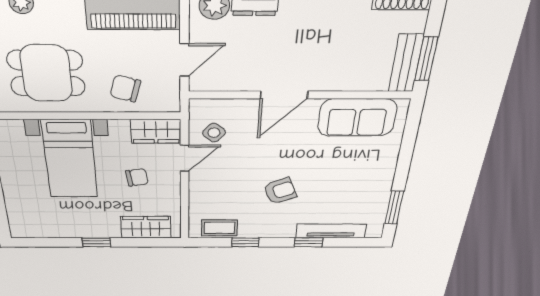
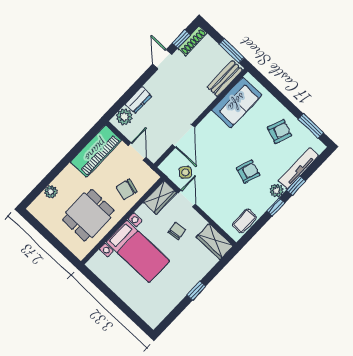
bench: (406, 63) -> (225, 79), moved, turned 90
door: (284, 95) -> (184, 136), moved
armchair: (359, 185) -> (280, 131), added
armchair: (280, 191) -> (248, 172), turned 40
wardrobe: (146, 227) -> (215, 242), moved, turned -90
plant: (285, 230) -> (276, 191), added
window: (245, 242) -> (276, 207), moved

